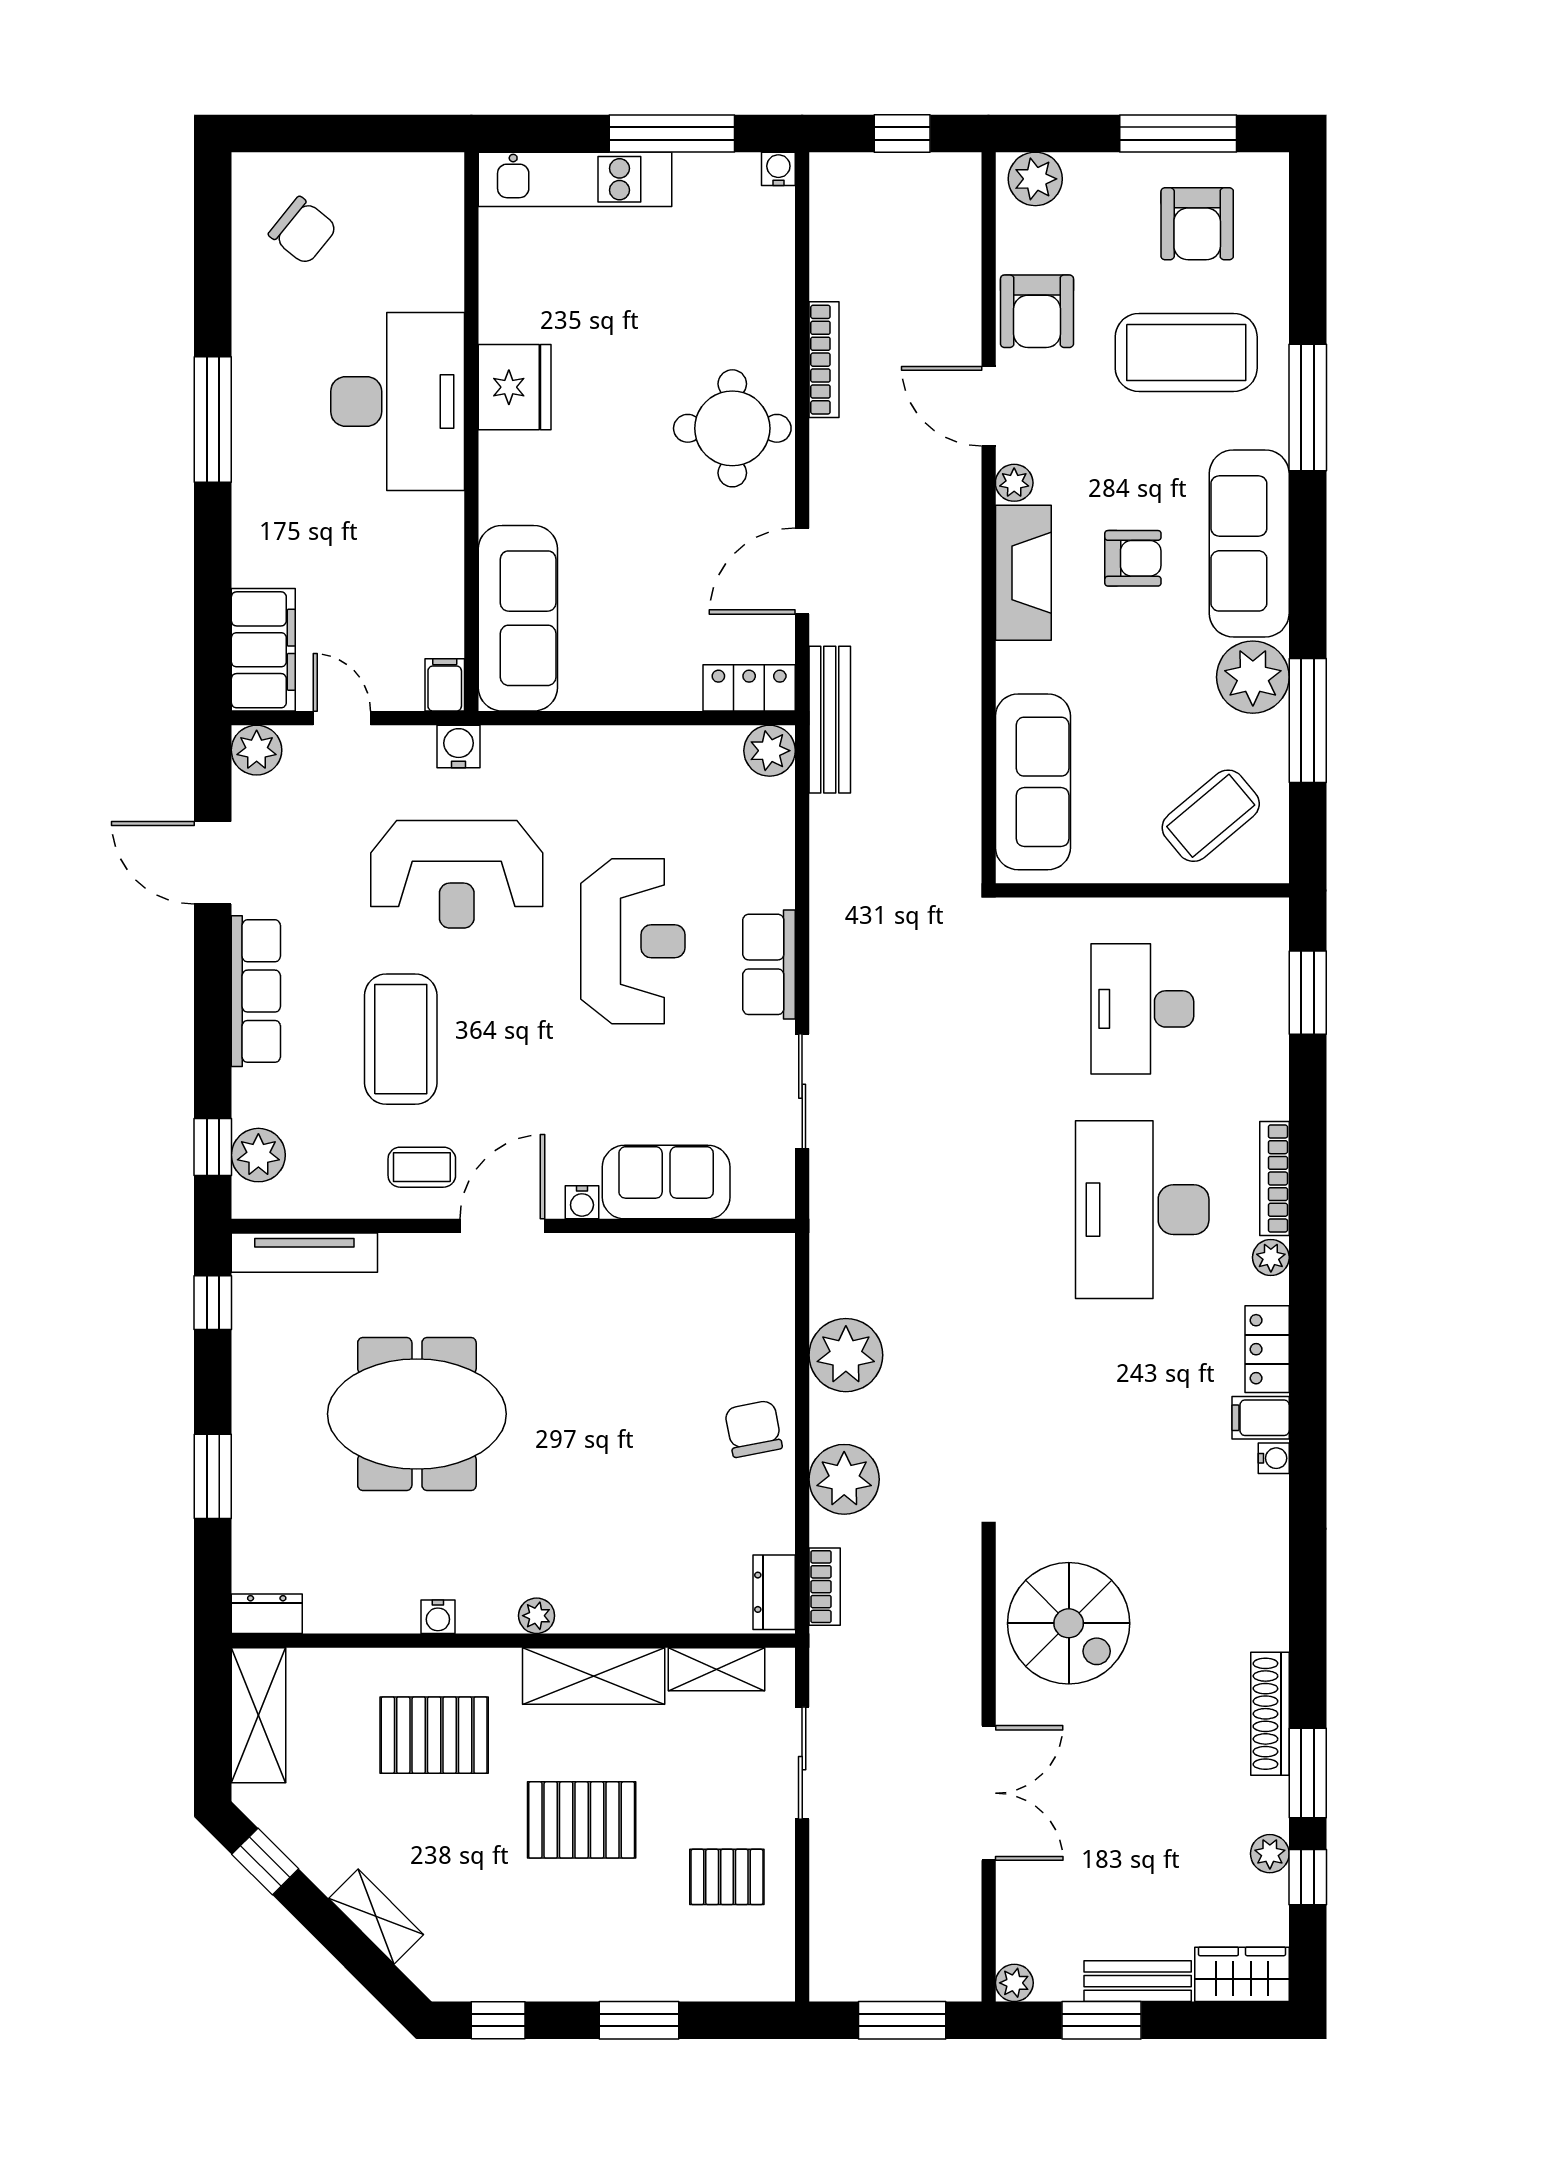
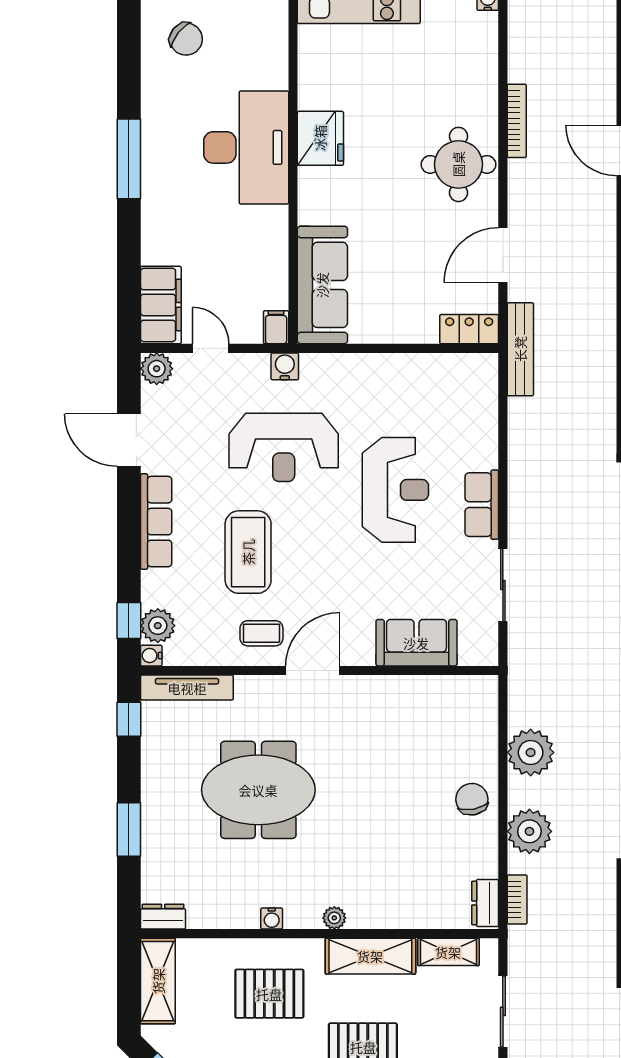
plant: (770, 751) -> (482, 369), removed
water cooler: (582, 1202) -> (151, 656), moved, turned 90

